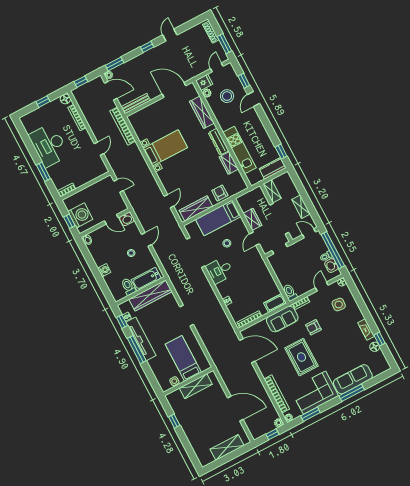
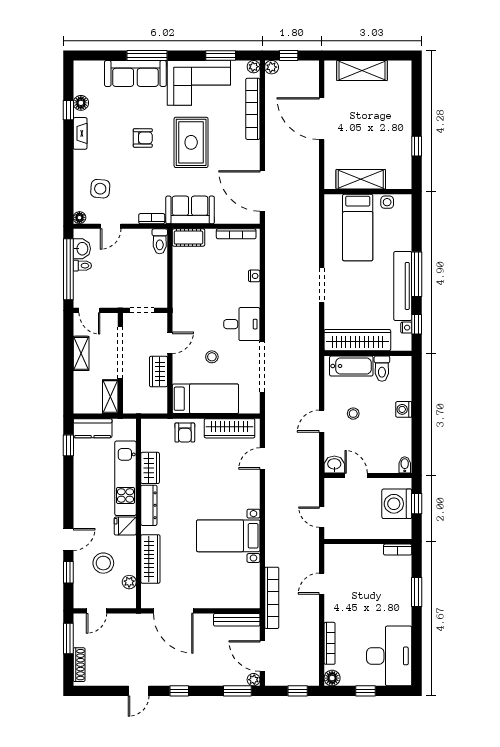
fridge: (204, 82) -> (125, 526), moved
desk: (49, 145) -> (389, 656), moved
armchair: (313, 327) -> (143, 138), moved

